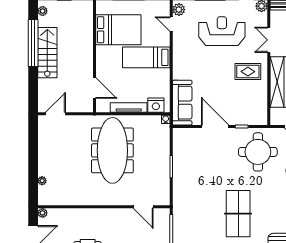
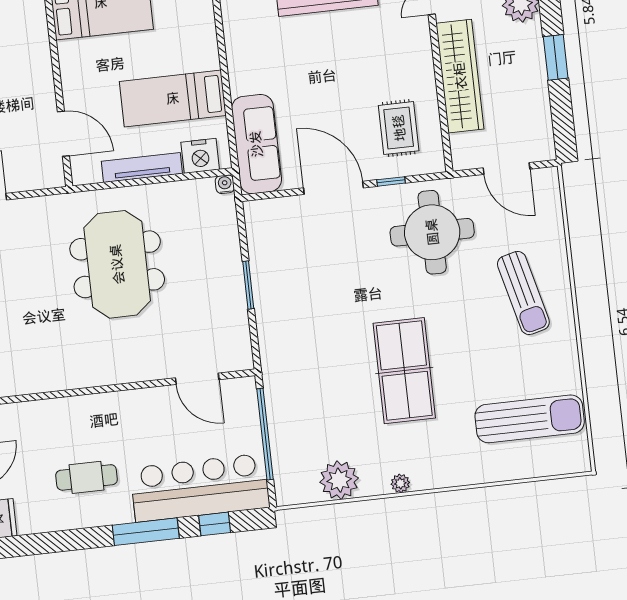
bed: (146, 57) -> (173, 98), moved
rug: (248, 72) -> (399, 128), moved, turned 90
meeting table: (112, 150) -> (117, 264), width x0.73

